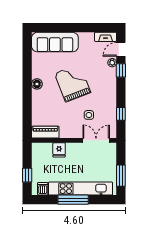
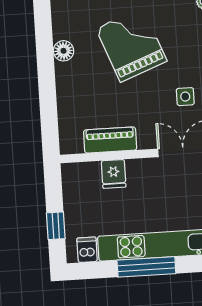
side table: (89, 115) -> (185, 97), moved
piano: (45, 132) -> (110, 140), moved

